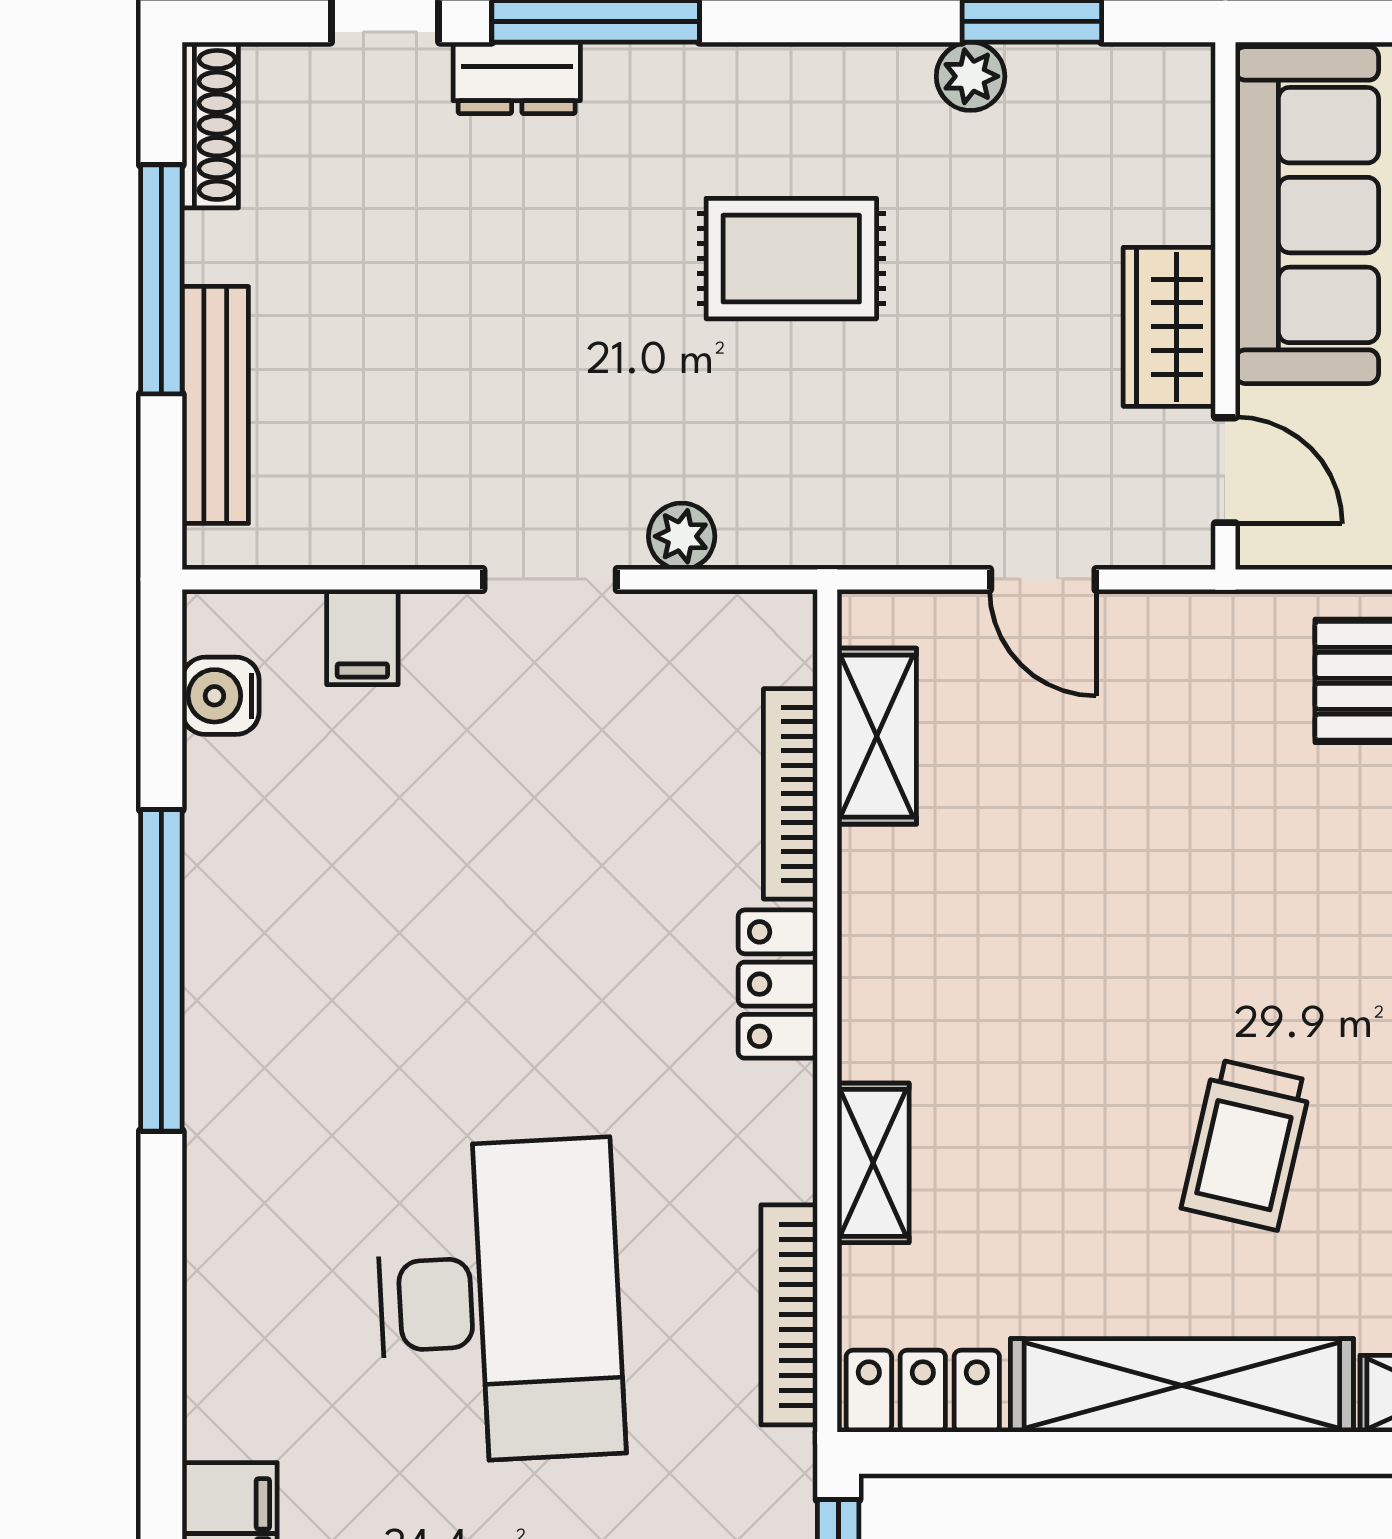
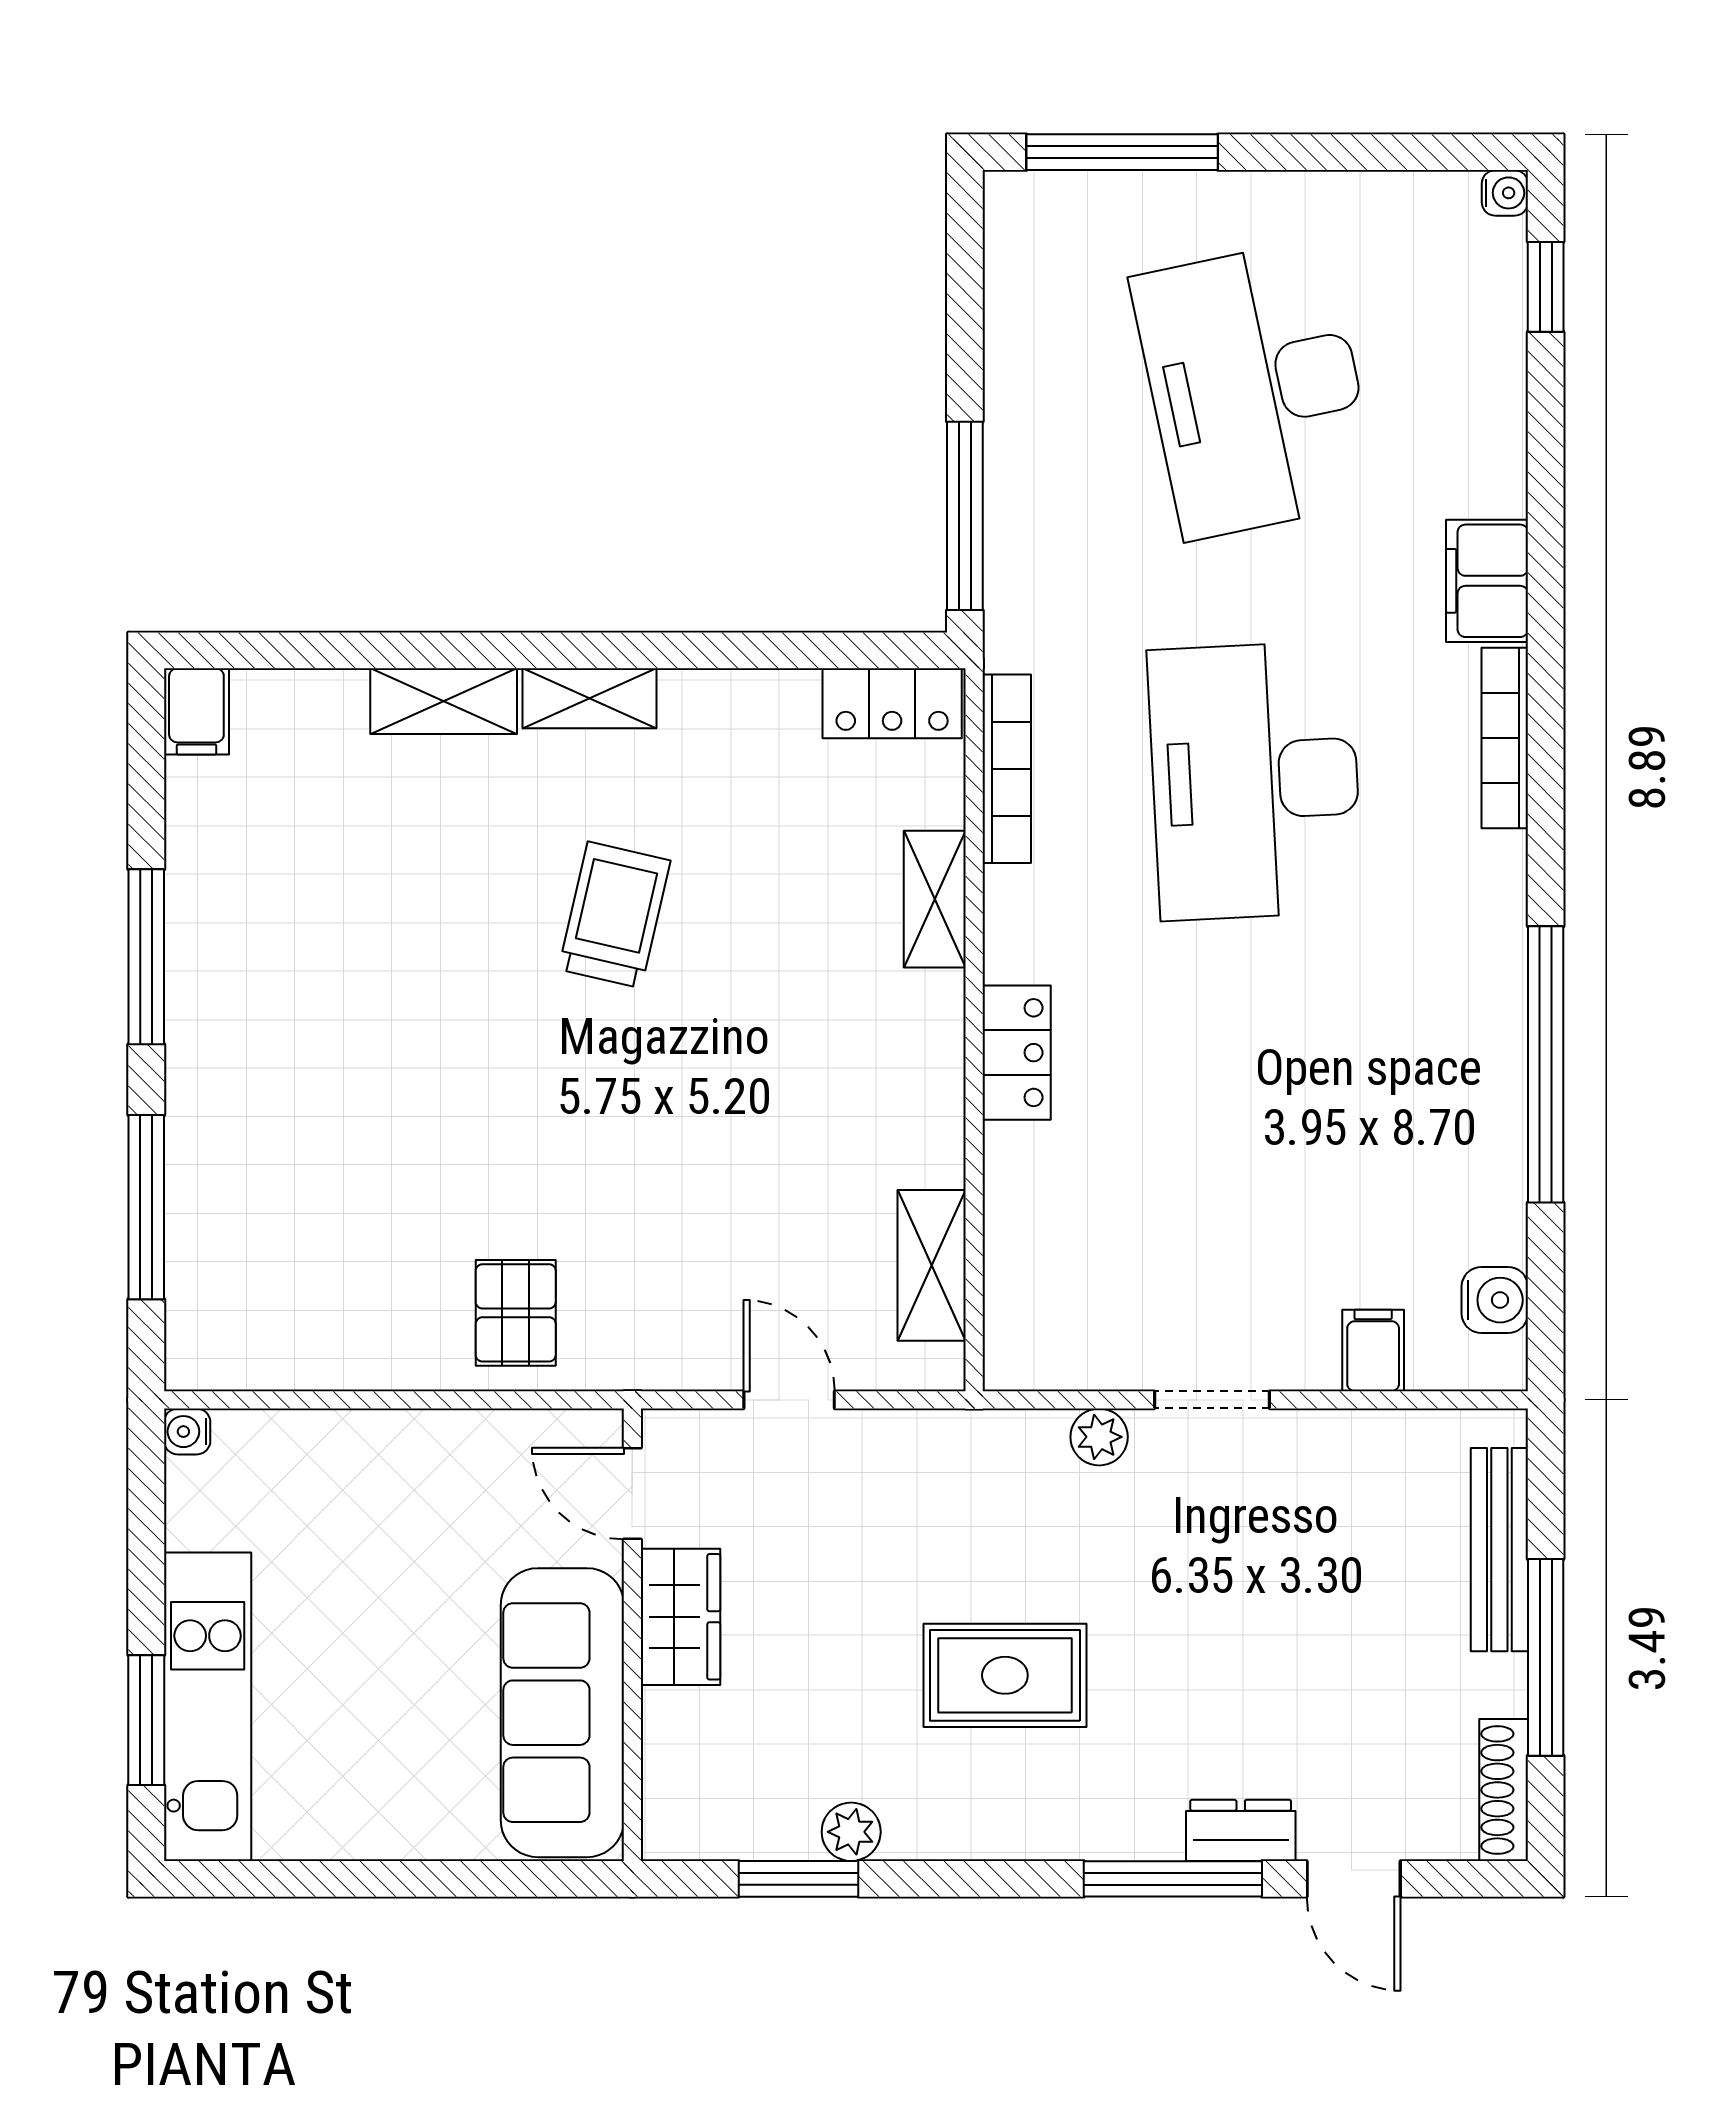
bookcase: (790, 794) -> (1505, 738), moved, turned 180
shelving: (1182, 1385) -> (589, 698), width x0.45, depth x0.75

